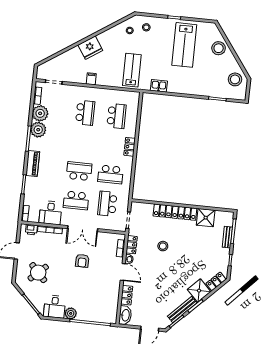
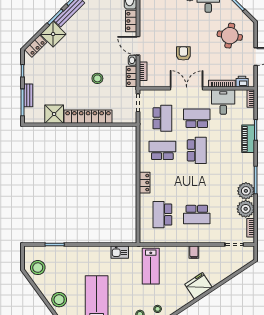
school desk: (85, 113) -> (197, 215), turned -90
piano: (33, 164) -> (248, 139), moved
school desk: (79, 171) -> (197, 150), turned -90
round table: (38, 273) -> (230, 36), turned -37

